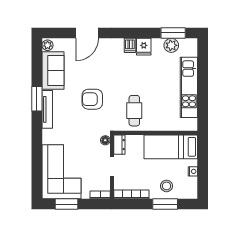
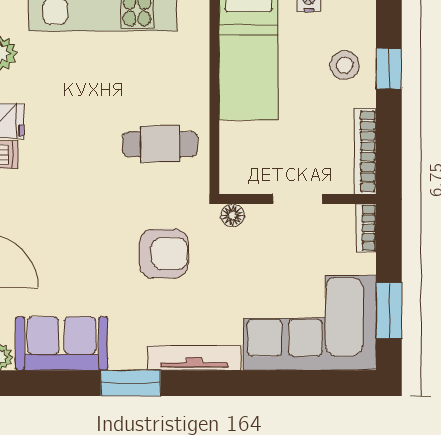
armchair: (92, 99) -> (164, 254), moved, turned -90
tv unit: (47, 109) -> (194, 358), moved
dresser: (119, 145) -> (243, 181), removed
window: (165, 204) -> (389, 69), width x0.67

